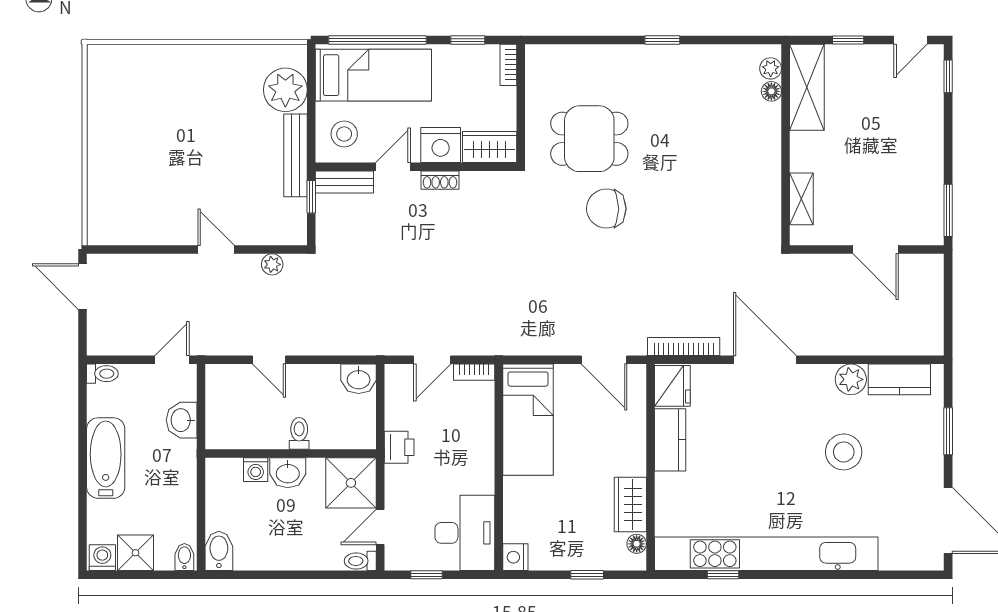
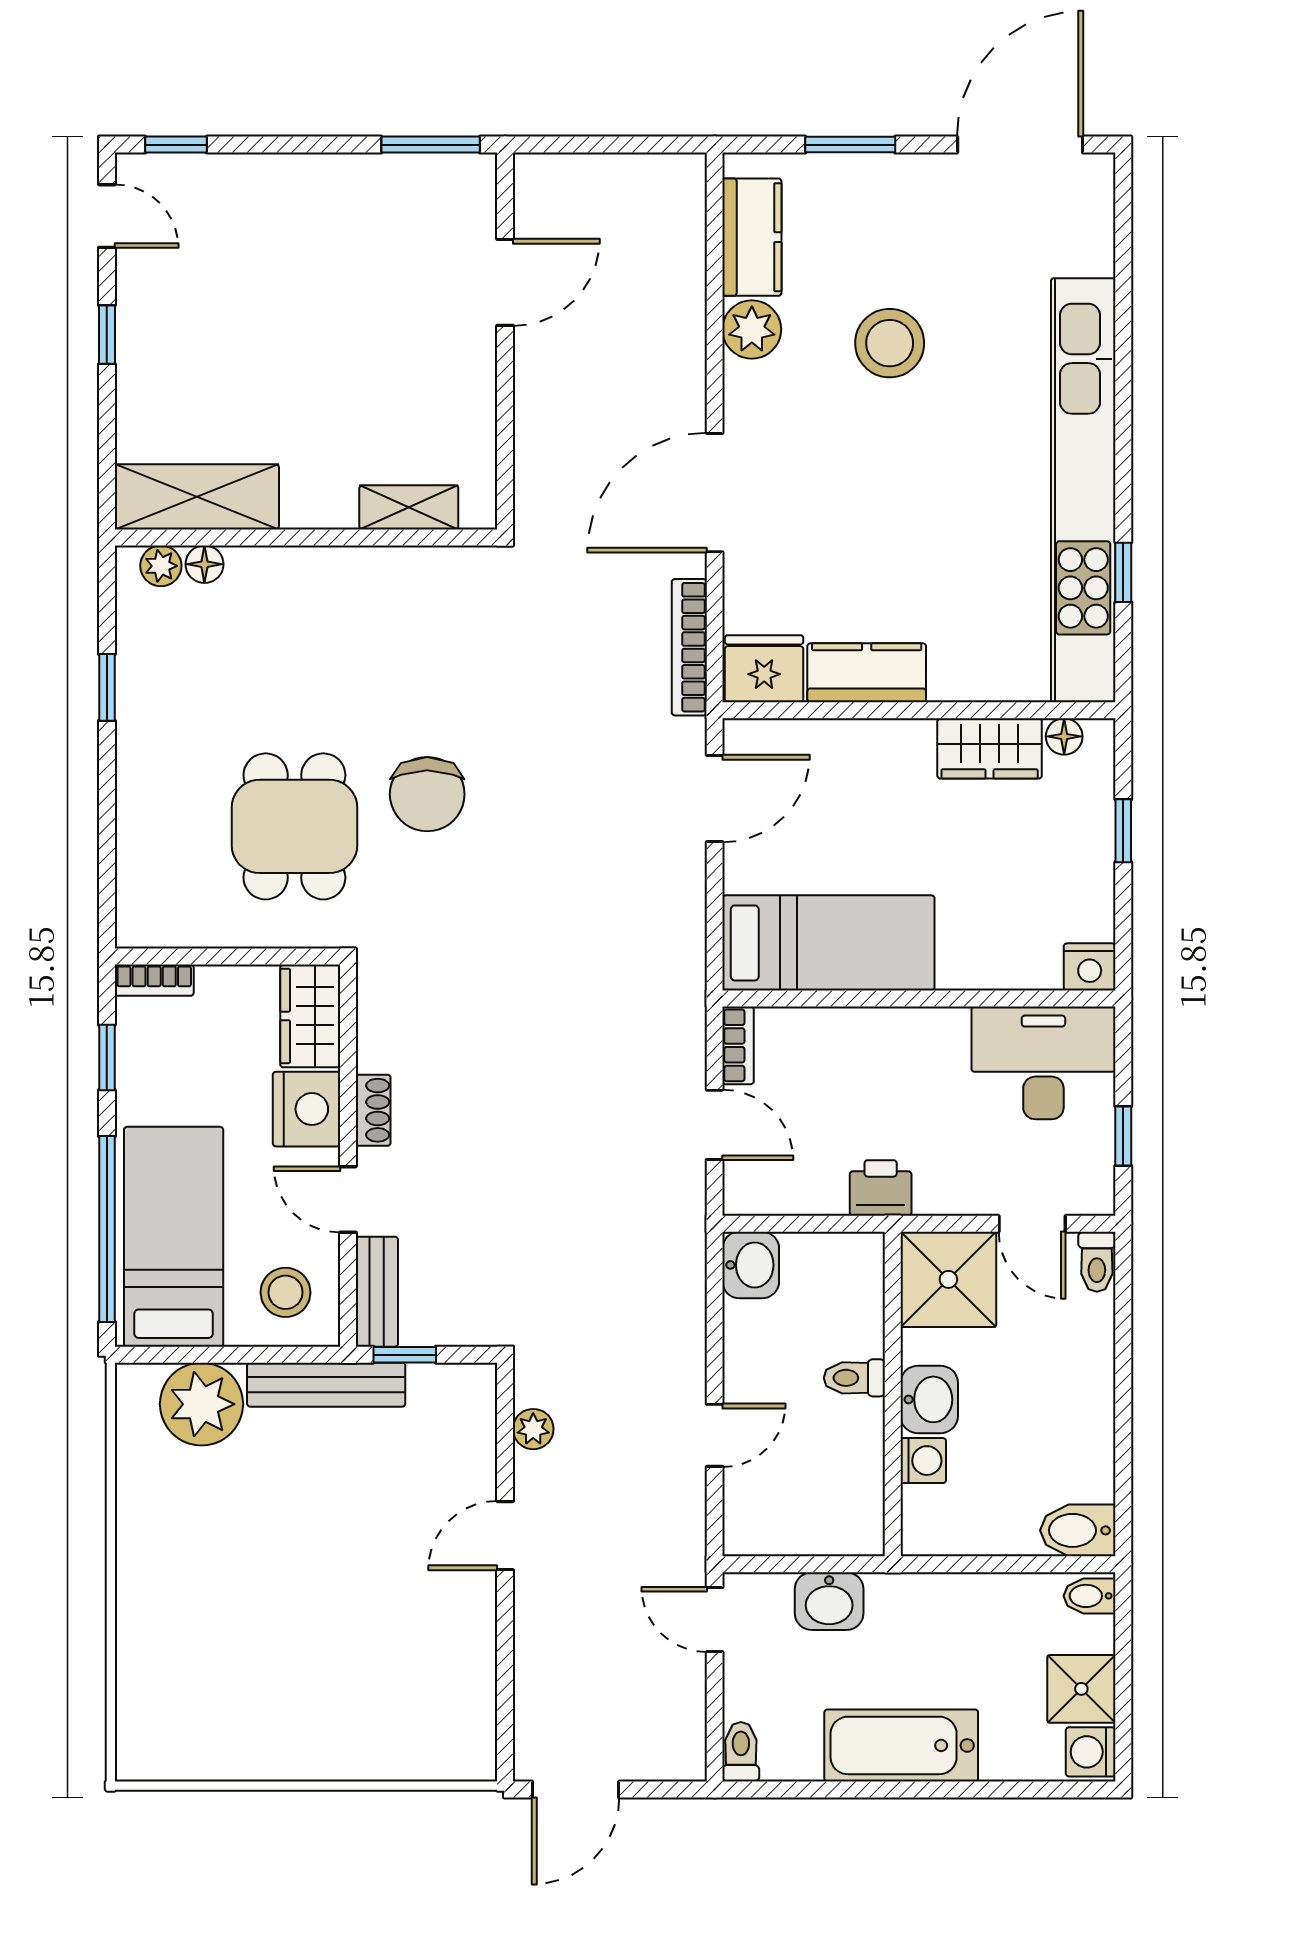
plant: (771, 68) -> (161, 566), moved
shelving: (807, 87) -> (197, 497), moved
floor lamp: (771, 91) -> (204, 564), moved
wall: (785, 145) -> (306, 537), moved
shelving: (801, 199) -> (409, 507), moved

